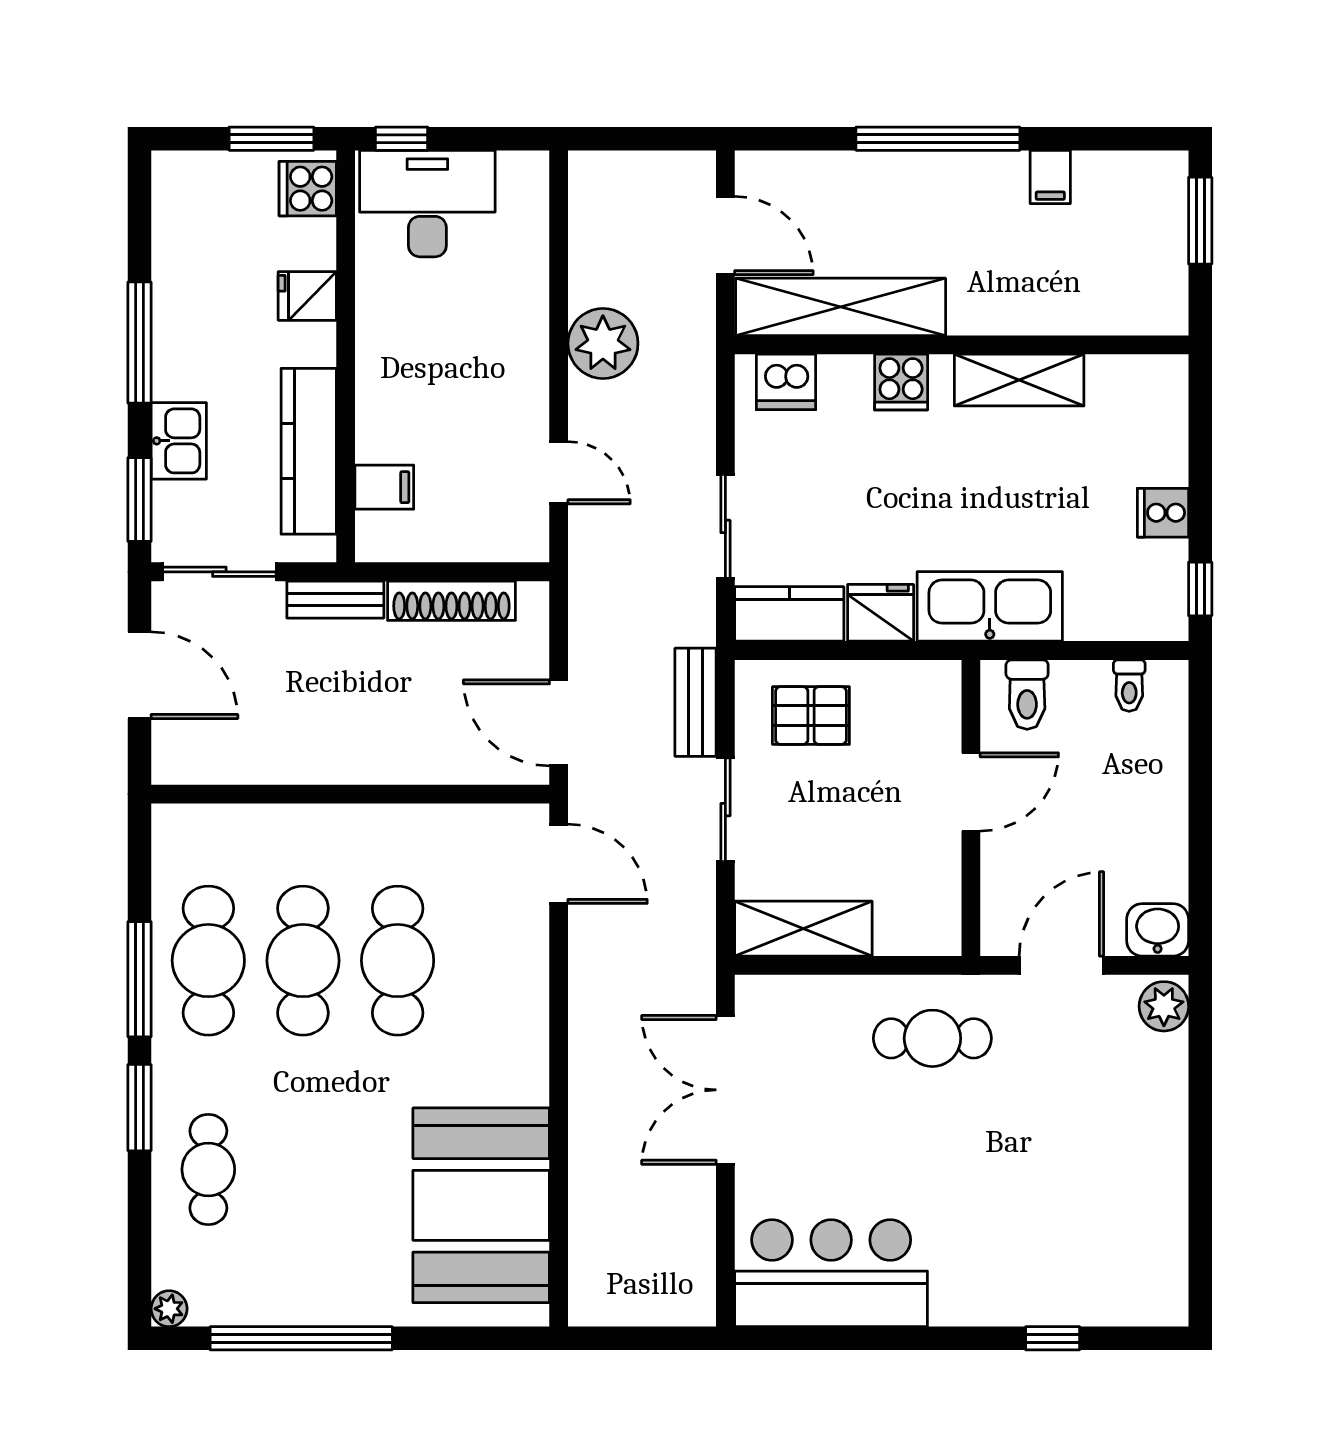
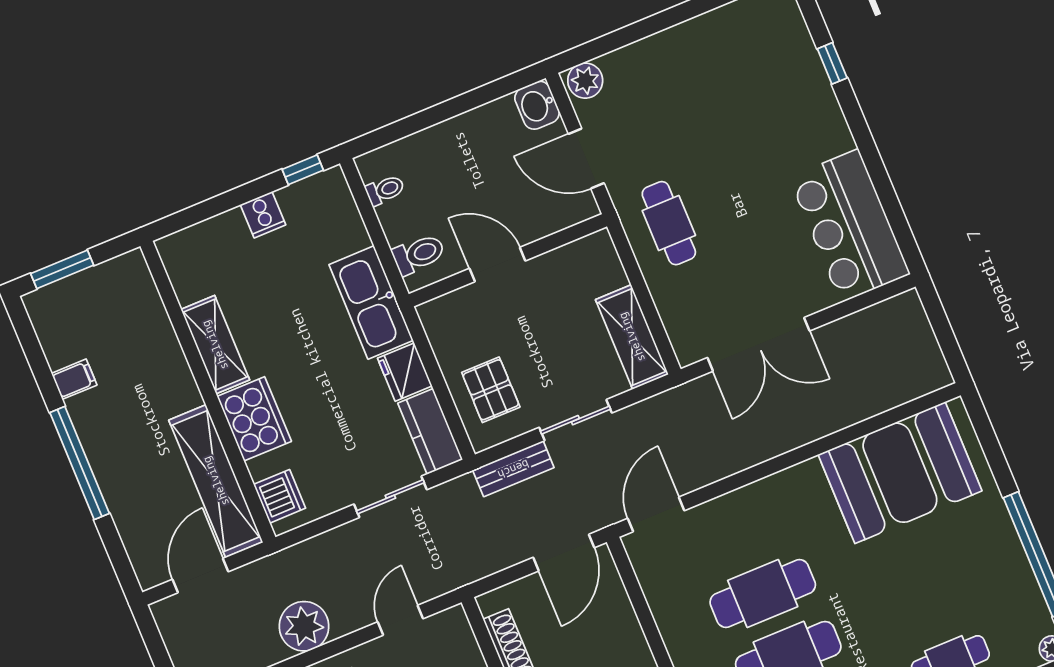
cooker: (901, 382) -> (254, 419), width x1.87, depth x1.31

